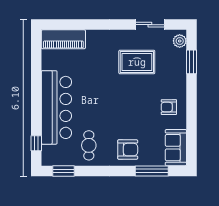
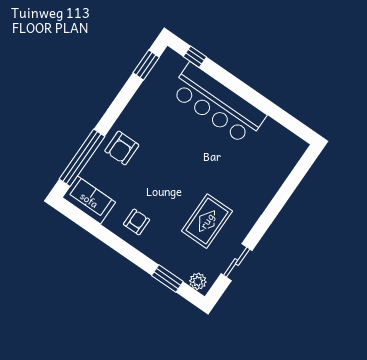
piano: (63, 39) -> (284, 161), removed
cafe table: (89, 145) -> (154, 110), removed
window: (152, 171) -> (82, 158), width x1.46

